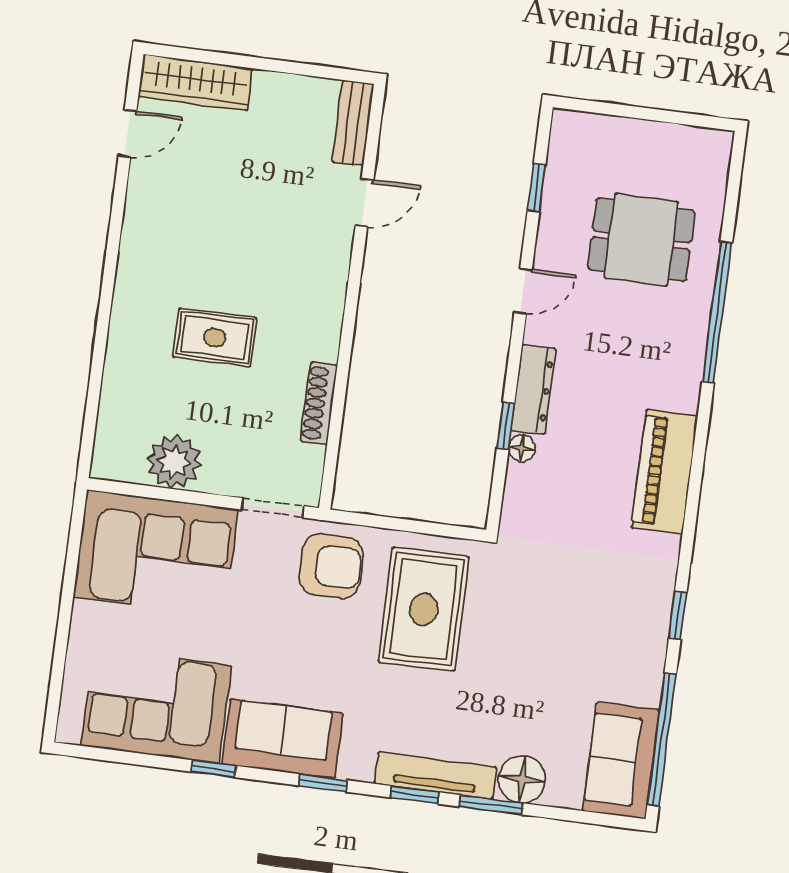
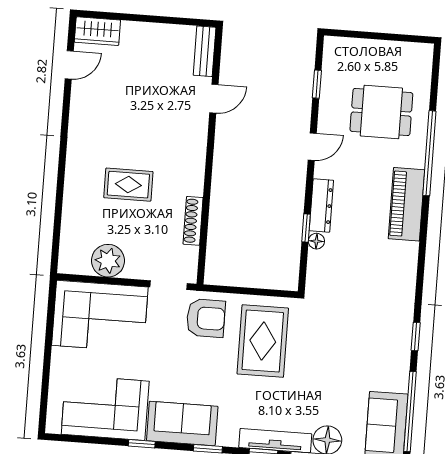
wardrobe: (195, 82) -> (97, 31), width x0.67
piano: (665, 472) -> (406, 204), moved

